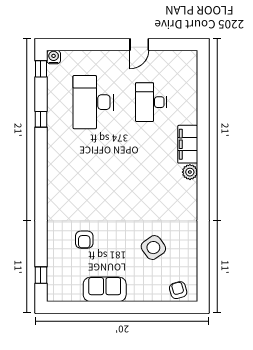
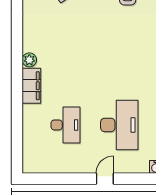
door: (139, 44) -> (105, 179), moved

